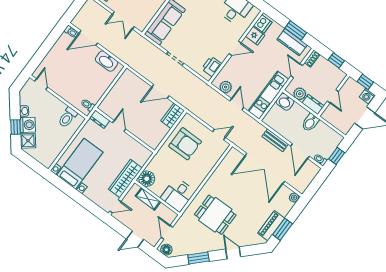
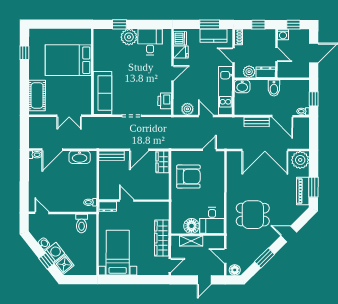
bench: (134, 79) -> (112, 156), added
washing machine: (367, 96) -> (283, 35), moved
floor lamp: (147, 179) -> (191, 226), moved
plant: (294, 198) -> (300, 160), width x1.88, depth x1.88

